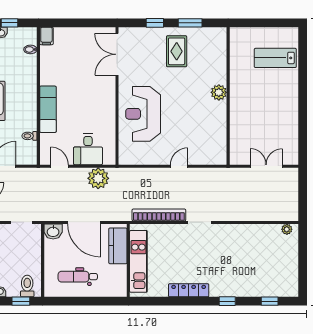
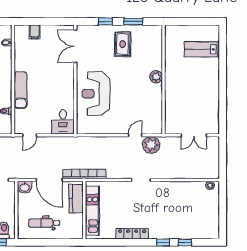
filing cabinet: (46, 36) -> (35, 32), moved
desk: (88, 149) -> (63, 122), moved
door: (60, 166) -> (30, 135), swing flipped
door: (179, 166) -> (135, 135), moved
double door: (266, 166) -> (194, 135), swing flipped
plant: (98, 178) -> (151, 145), moved
bookcase: (159, 215) -> (84, 174), moved
window: (270, 301) -> (185, 242), moved

